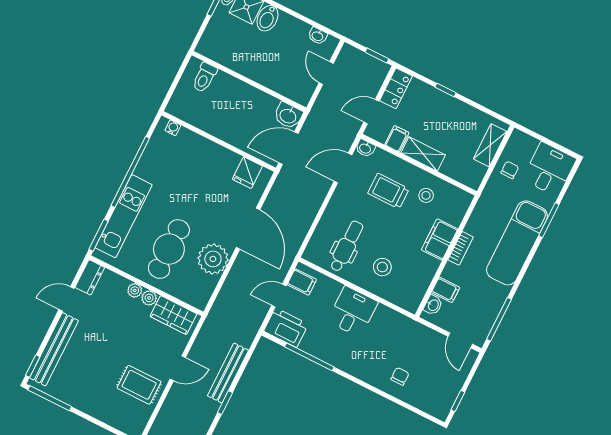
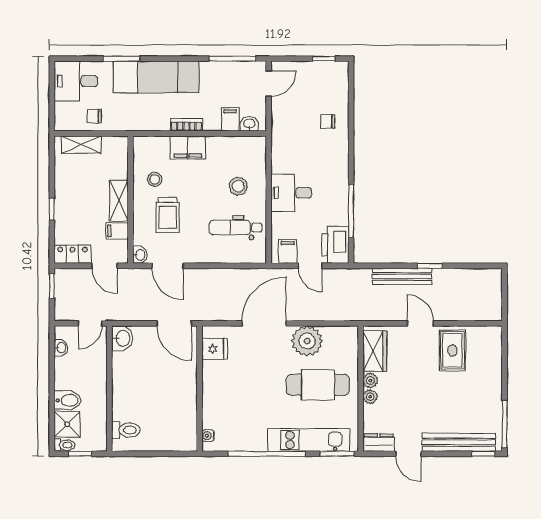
toilet: (204, 77) -> (126, 430), moved
wall: (249, 81) -> (109, 389), moved
washbasin: (288, 116) -> (122, 338), moved

